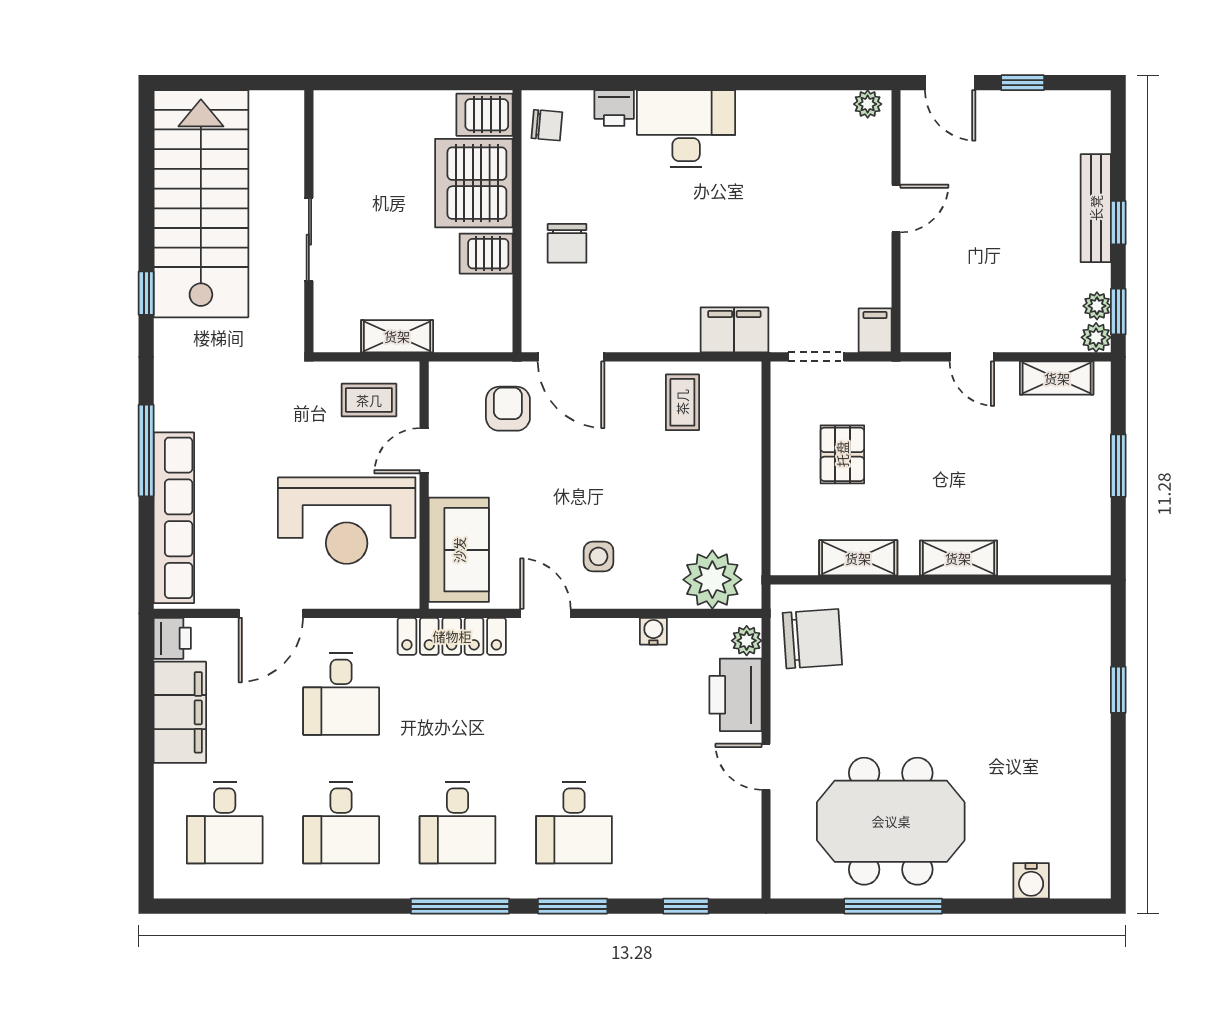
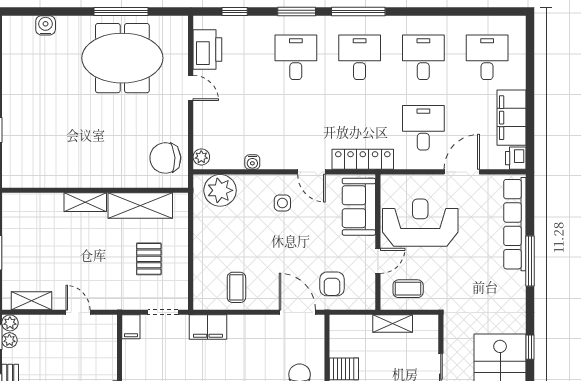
shelving: (858, 558) -> (140, 205), width x1.50, depth x1.33
printer: (735, 695) -> (207, 50), moved

